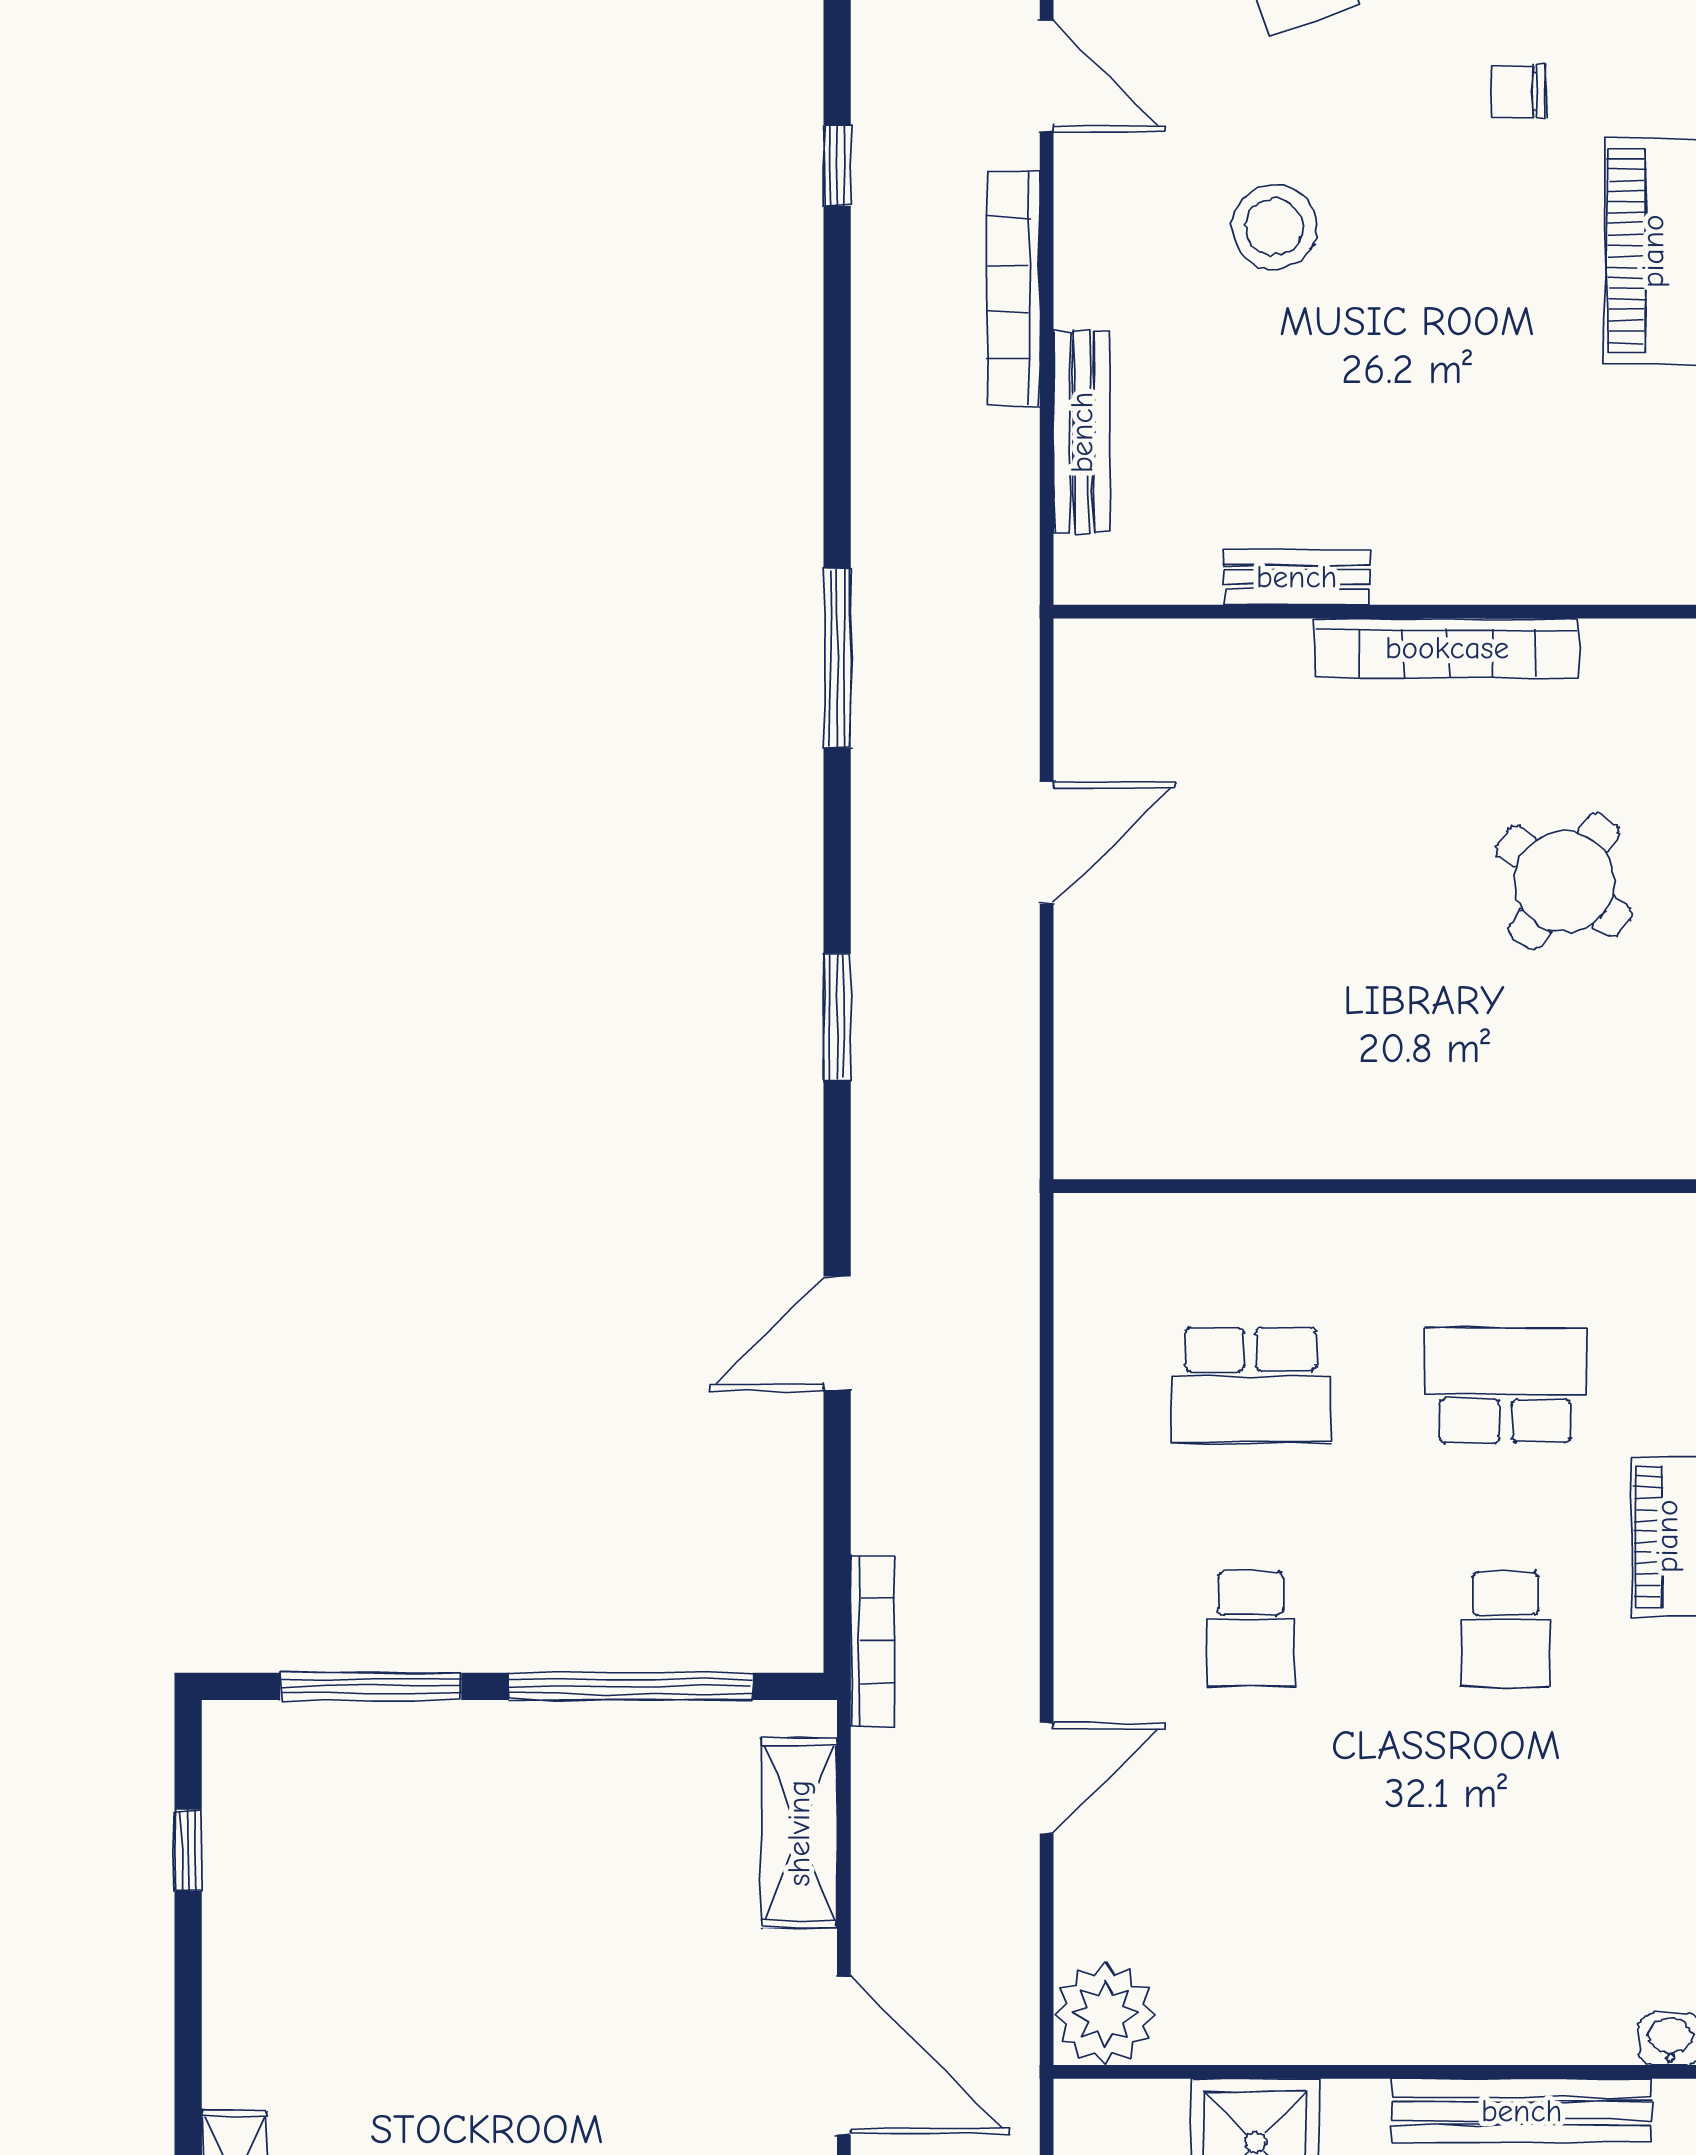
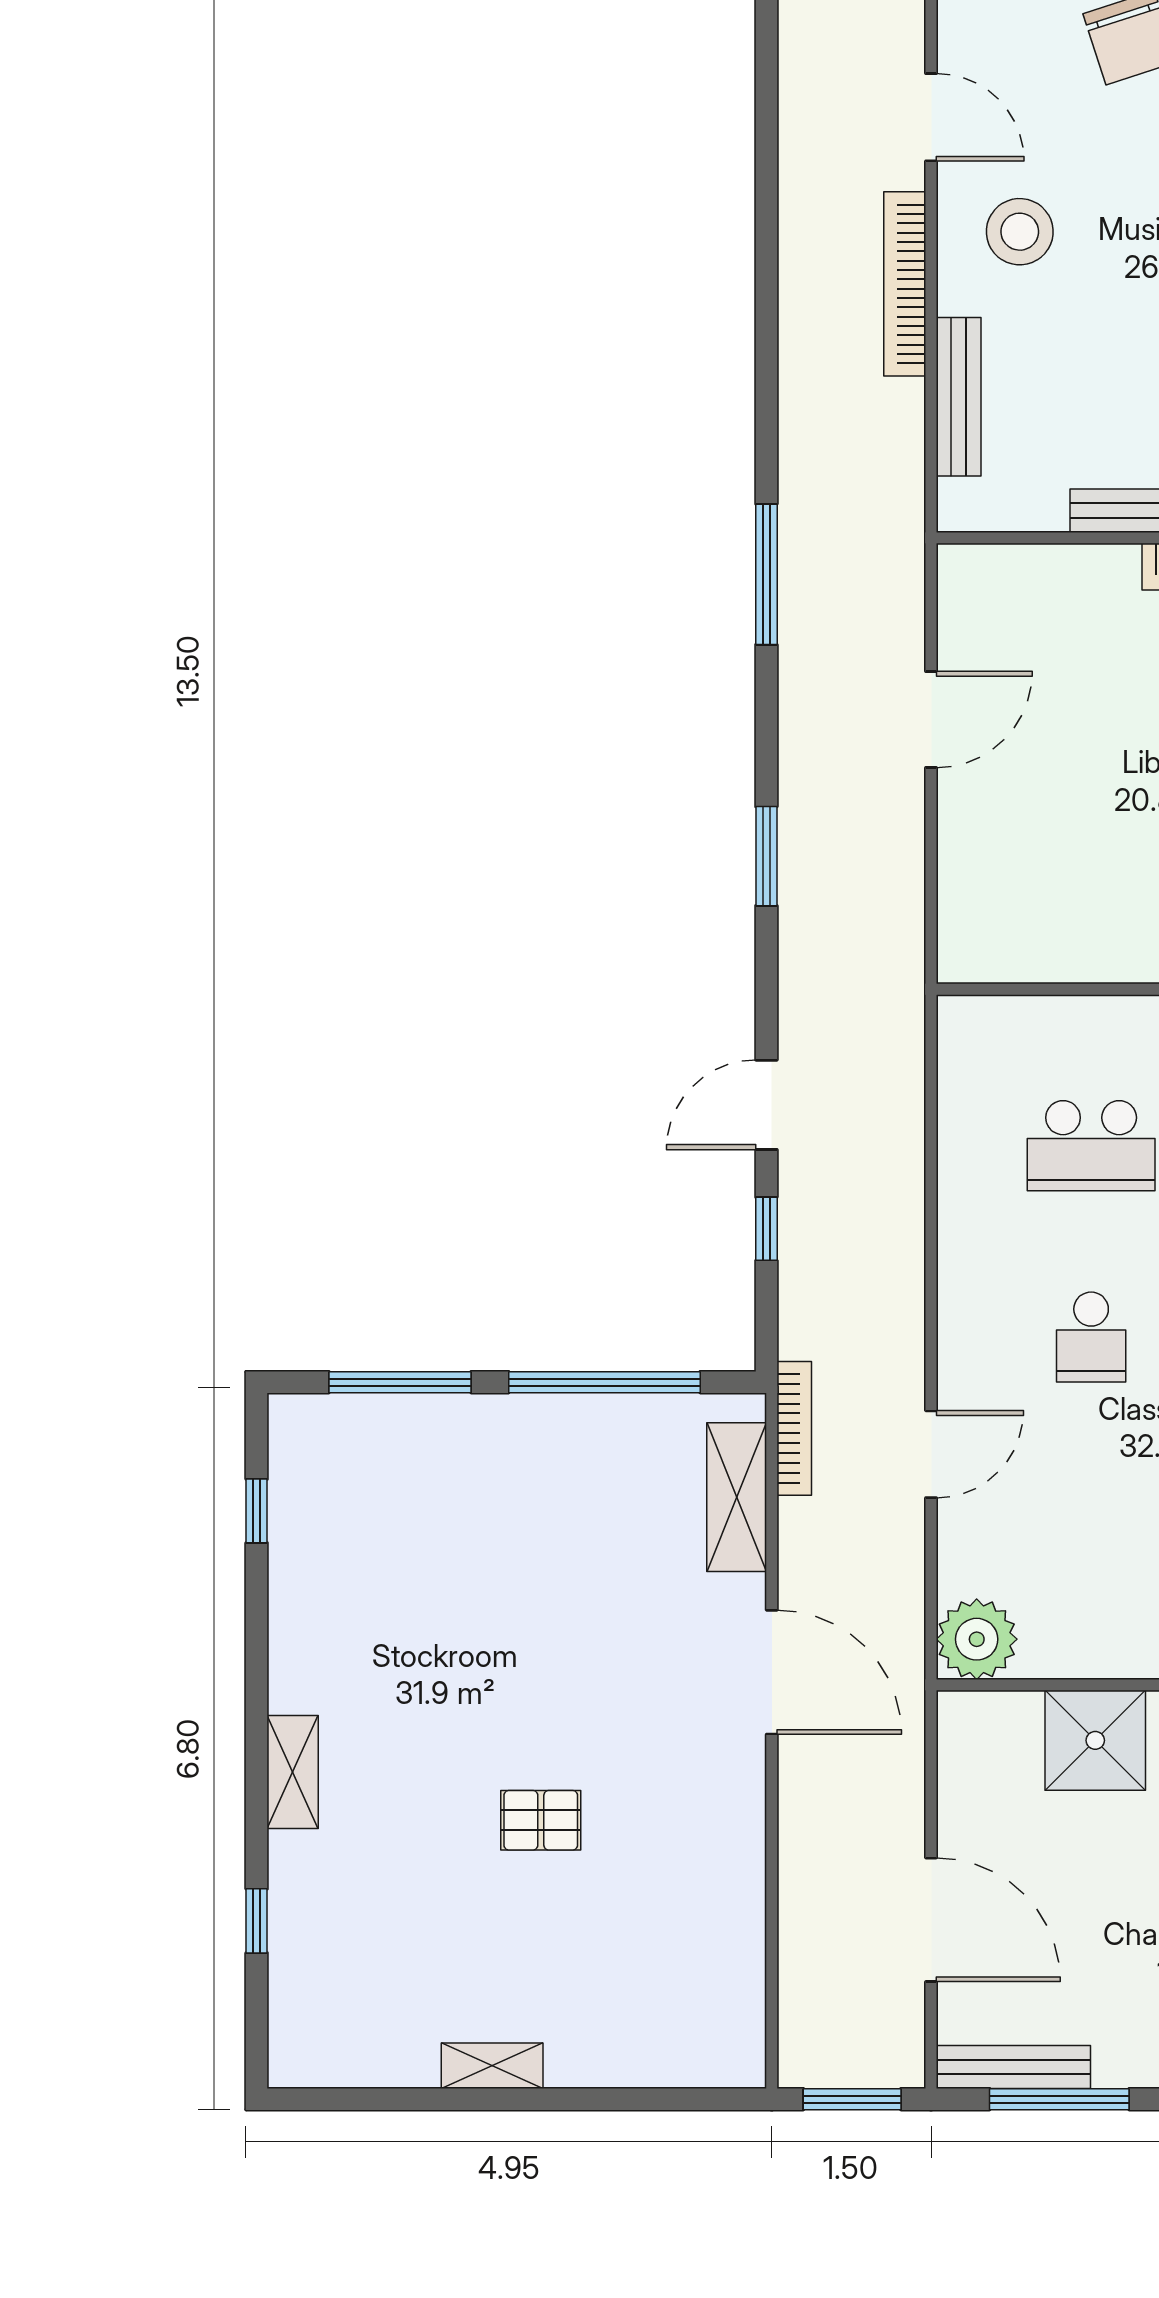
window: (837, 165) -> (766, 1229), moved
stool: (1274, 227) -> (1020, 232), moved
bookcase: (872, 1641) -> (794, 1428), moved

